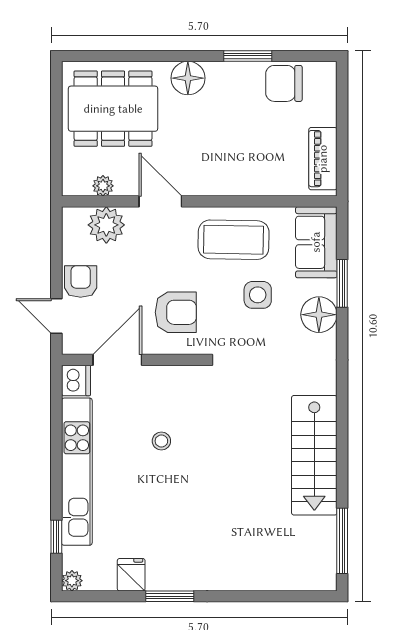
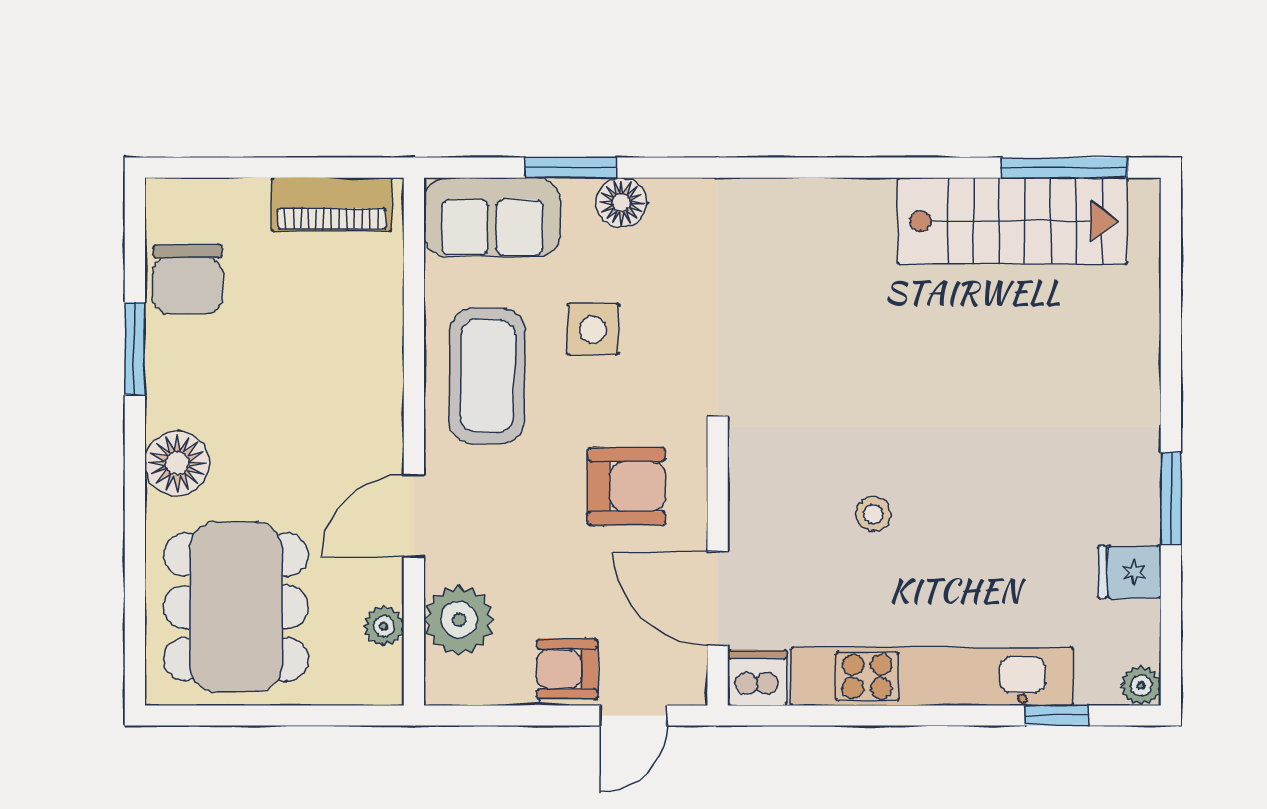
armchair: (176, 312) -> (626, 486), turned 90
floor lamp: (319, 315) -> (621, 203), width x0.73, depth x0.73
stairs: (314, 455) -> (1012, 221), moved

